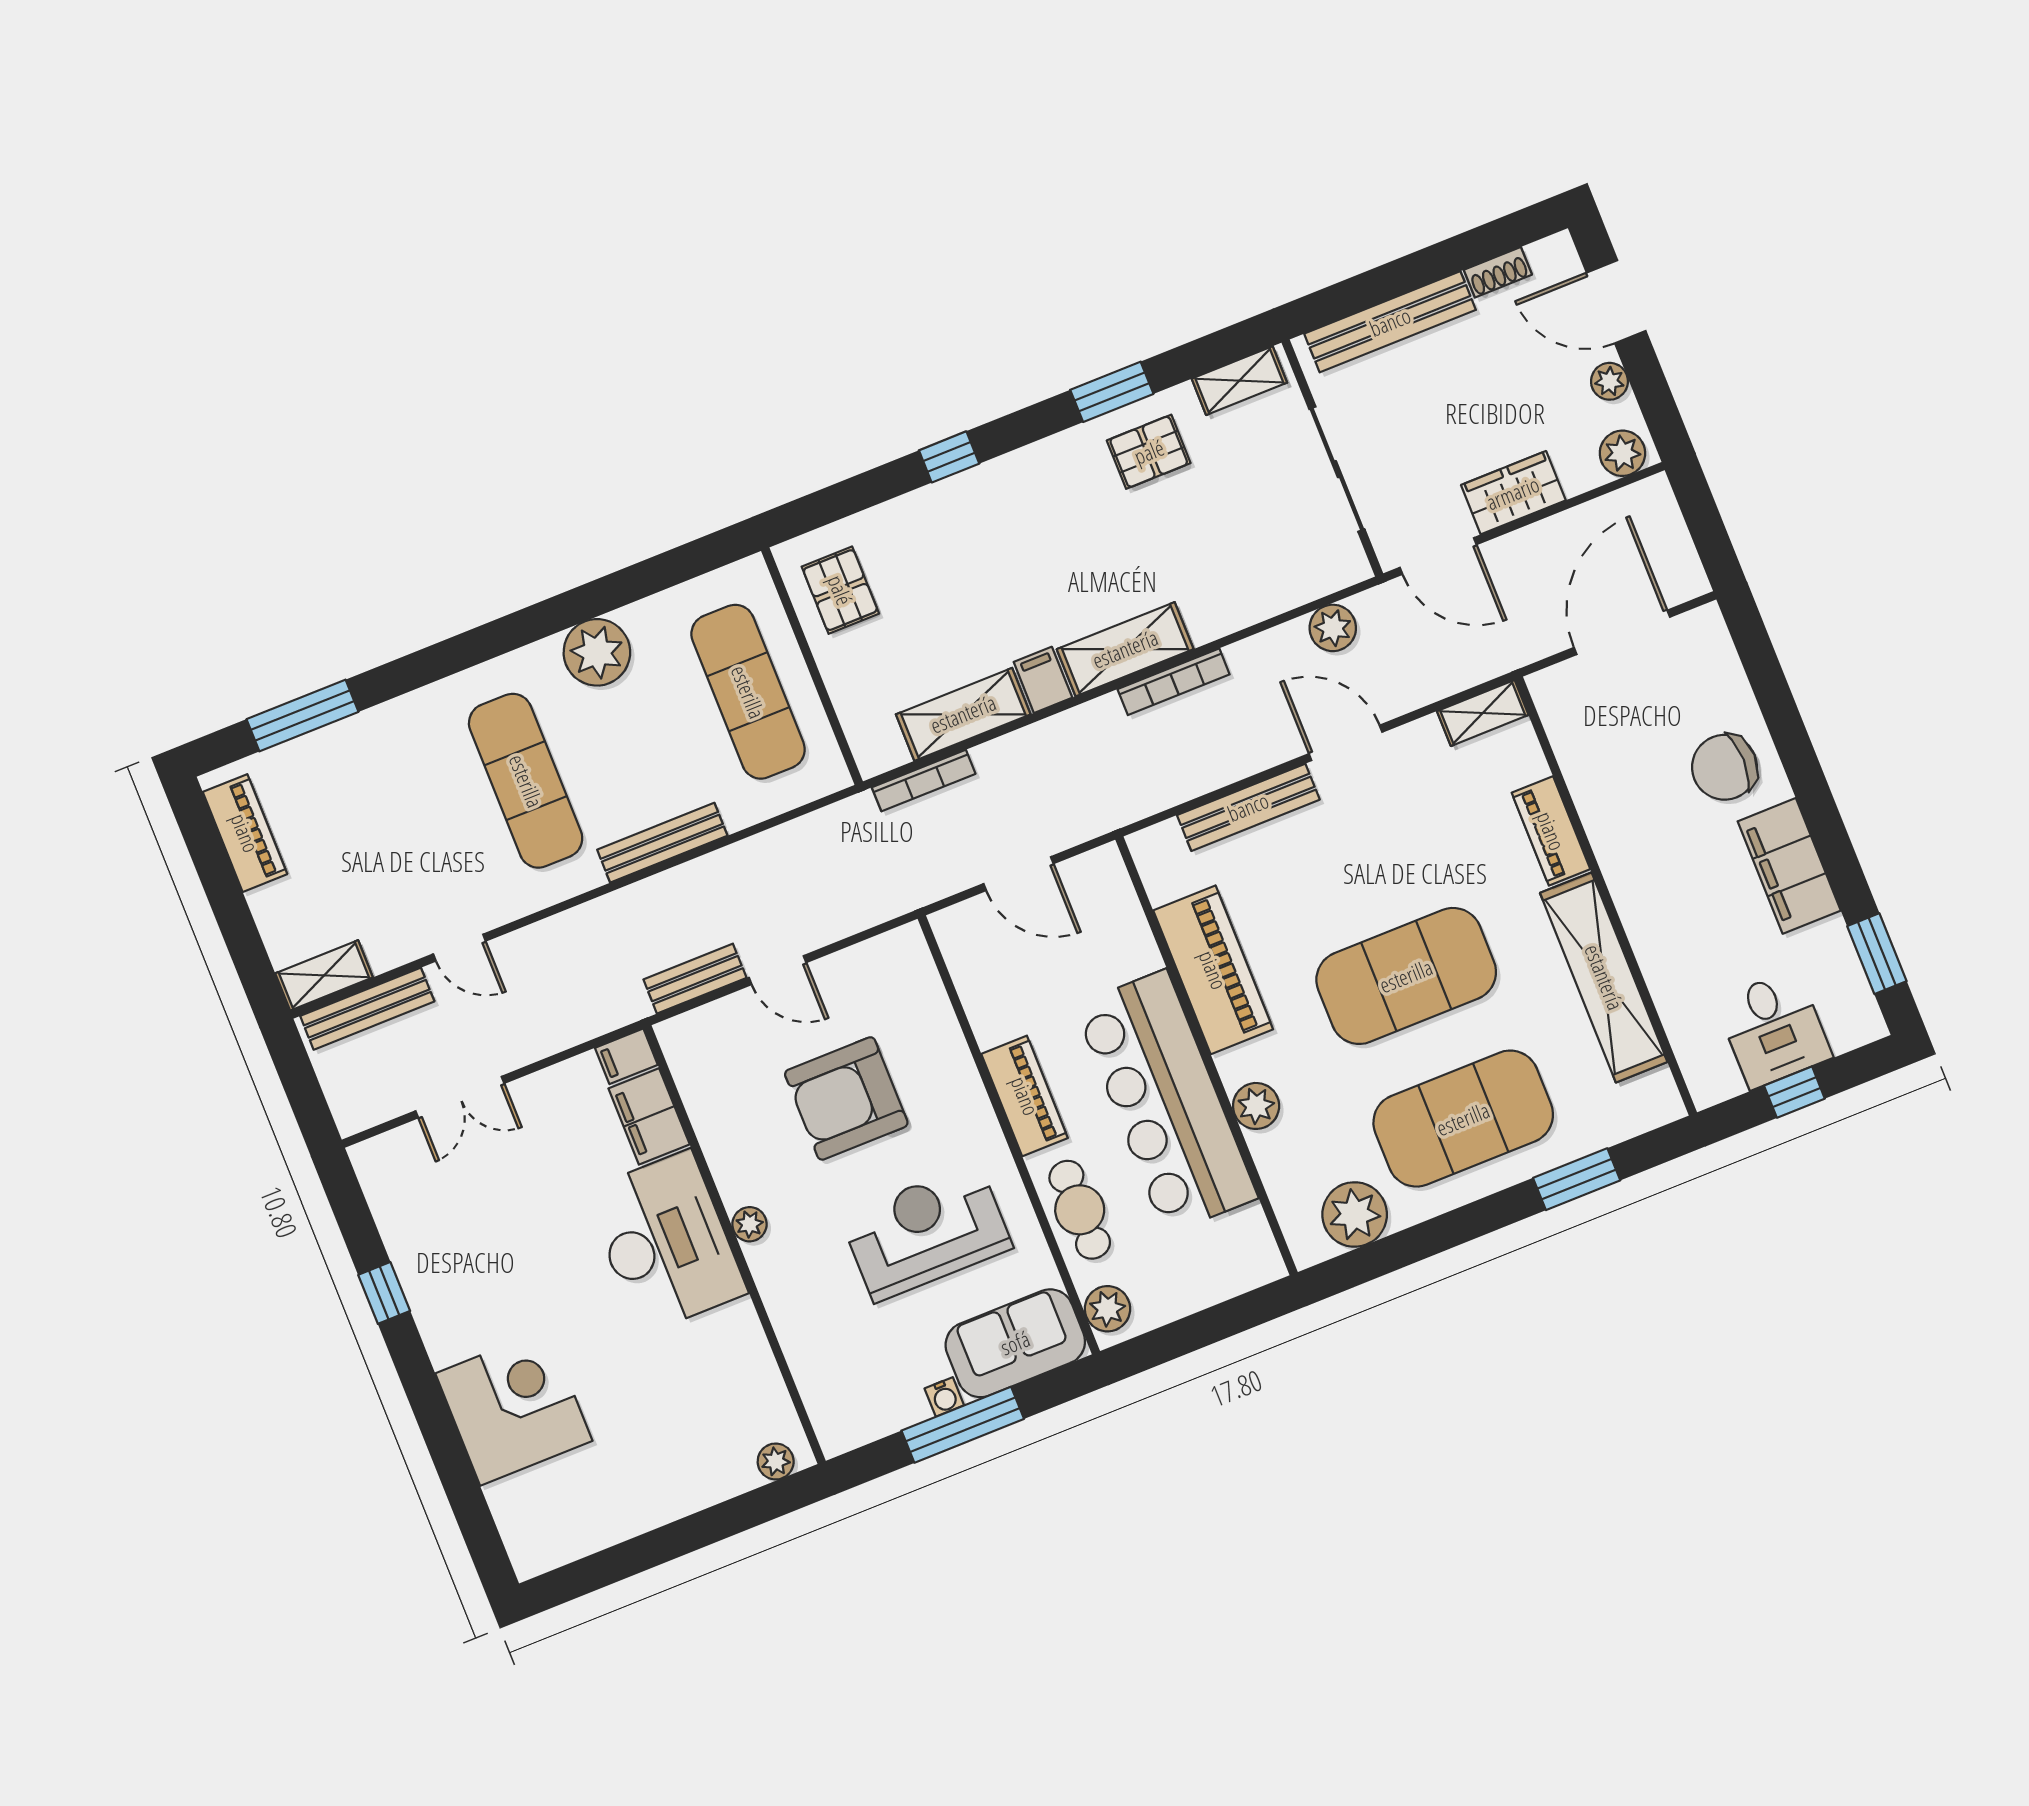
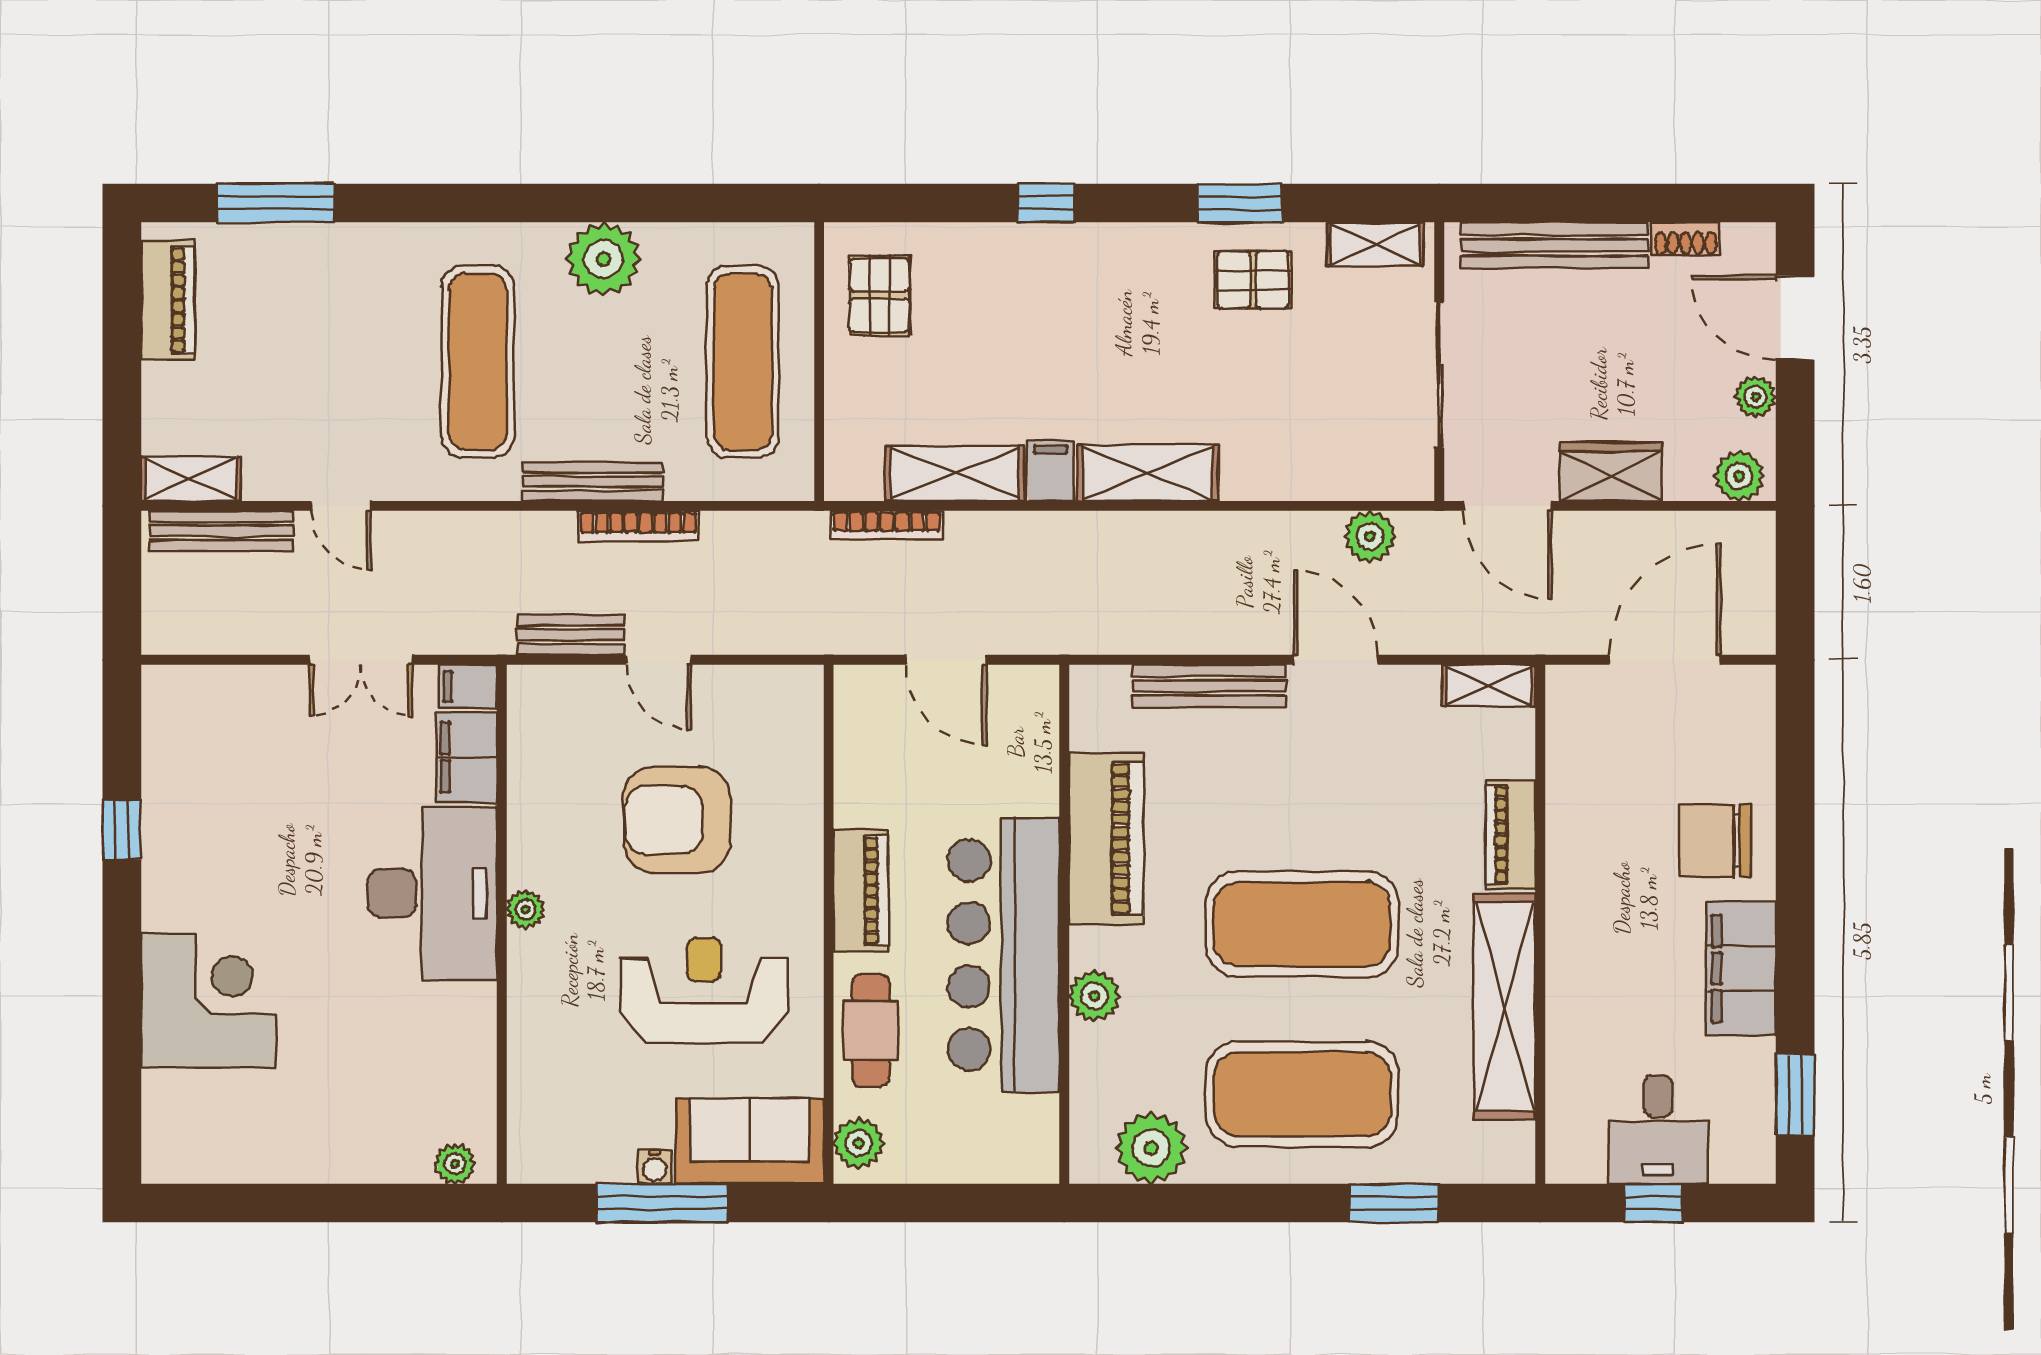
bookcase: (1174, 682) -> (638, 526), moved
double door: (460, 1097) -> (361, 660), moved

